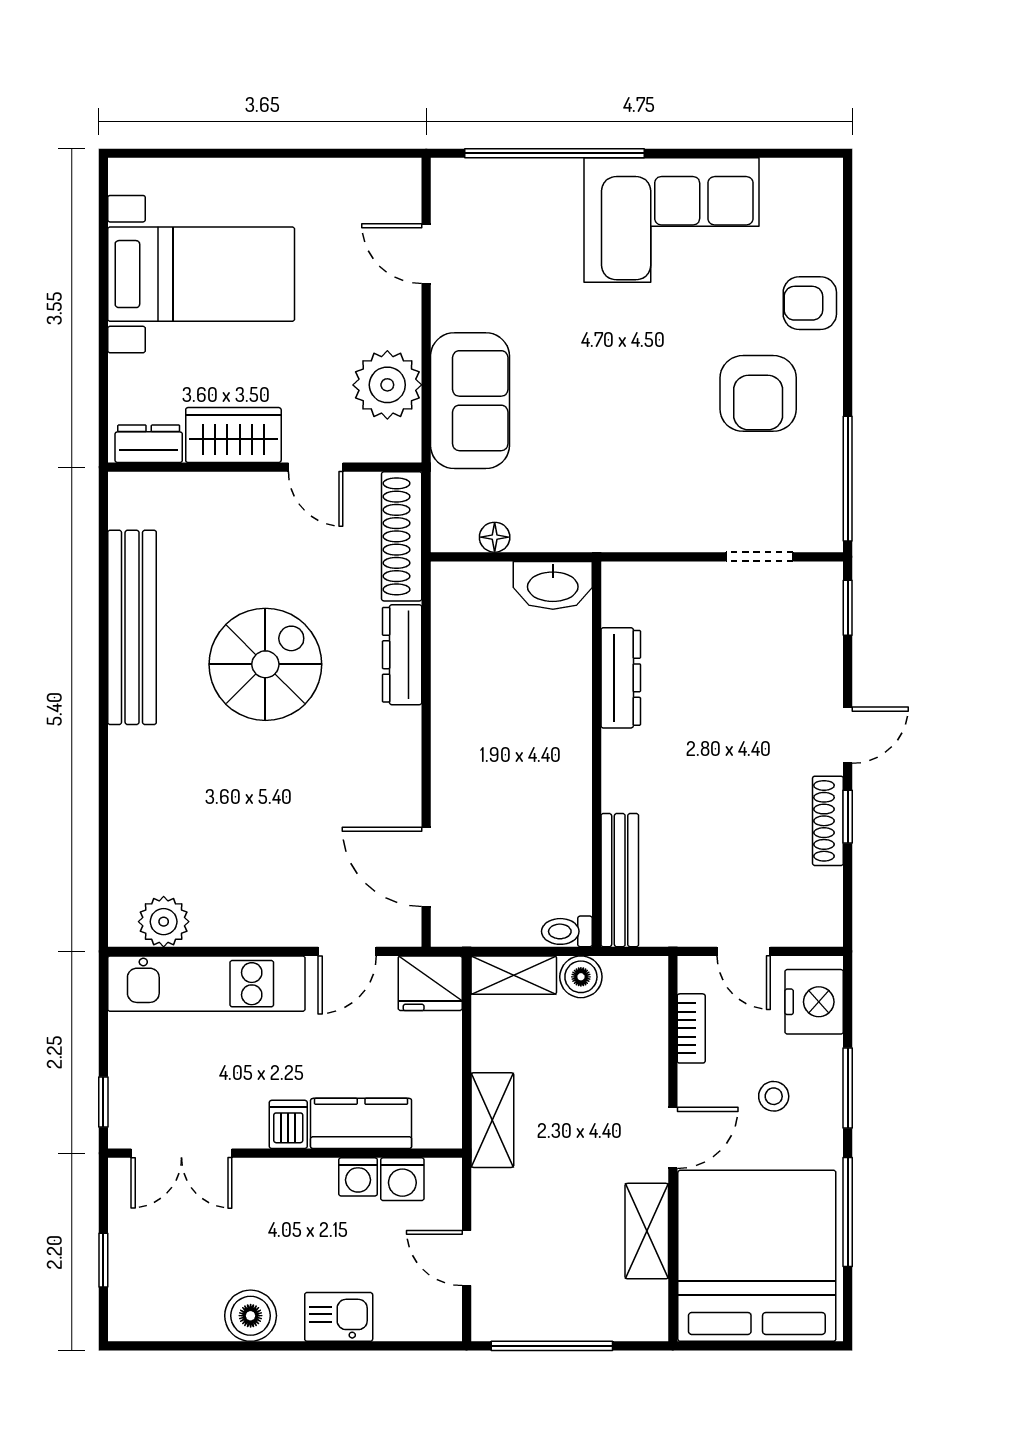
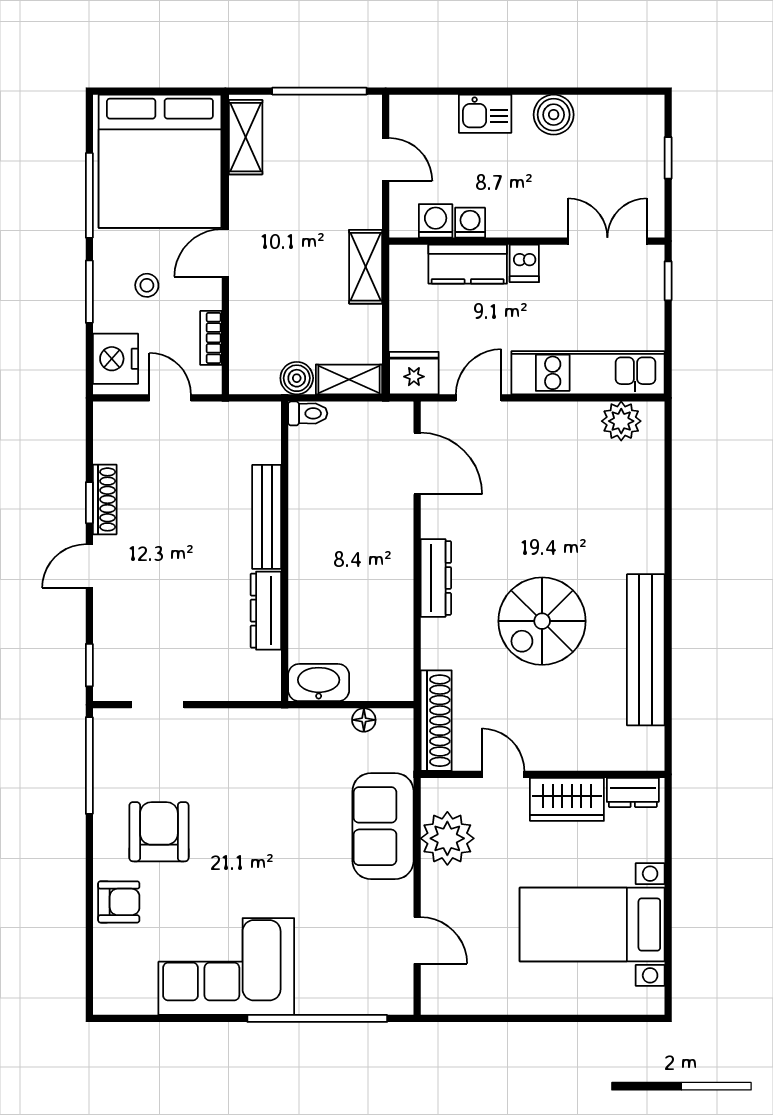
dresser: (402, 655) -> (436, 578), moved
bench: (620, 880) -> (267, 517), moved
shelving: (647, 1231) -> (246, 137), moved

